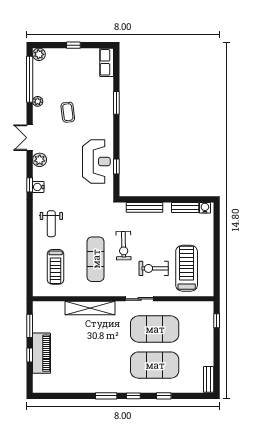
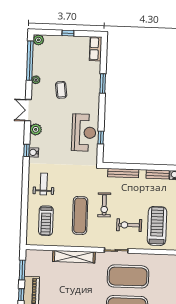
weight bench: (51, 224) -> (44, 184), turned 180

